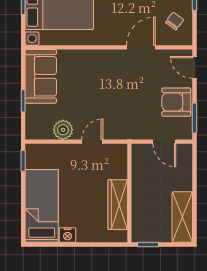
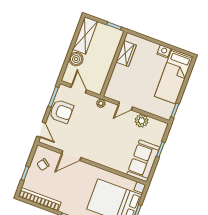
plant: (127, 133) -> (101, 103), added
boiler: (183, 181) -> (76, 59), added
wardrobe: (118, 205) -> (126, 54), width x0.67

